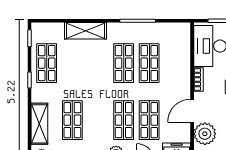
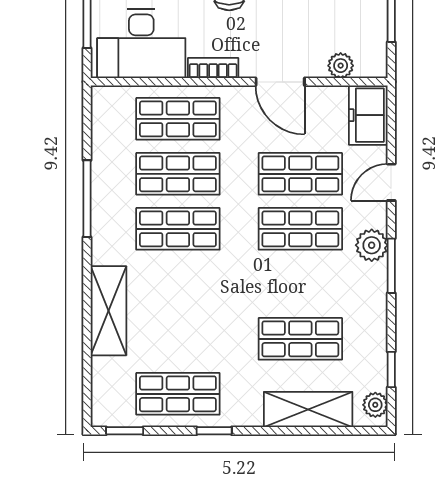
shop shelf: (175, 63) -> (178, 119), added
plant: (205, 134) -> (341, 66), width x0.53, depth x0.53

